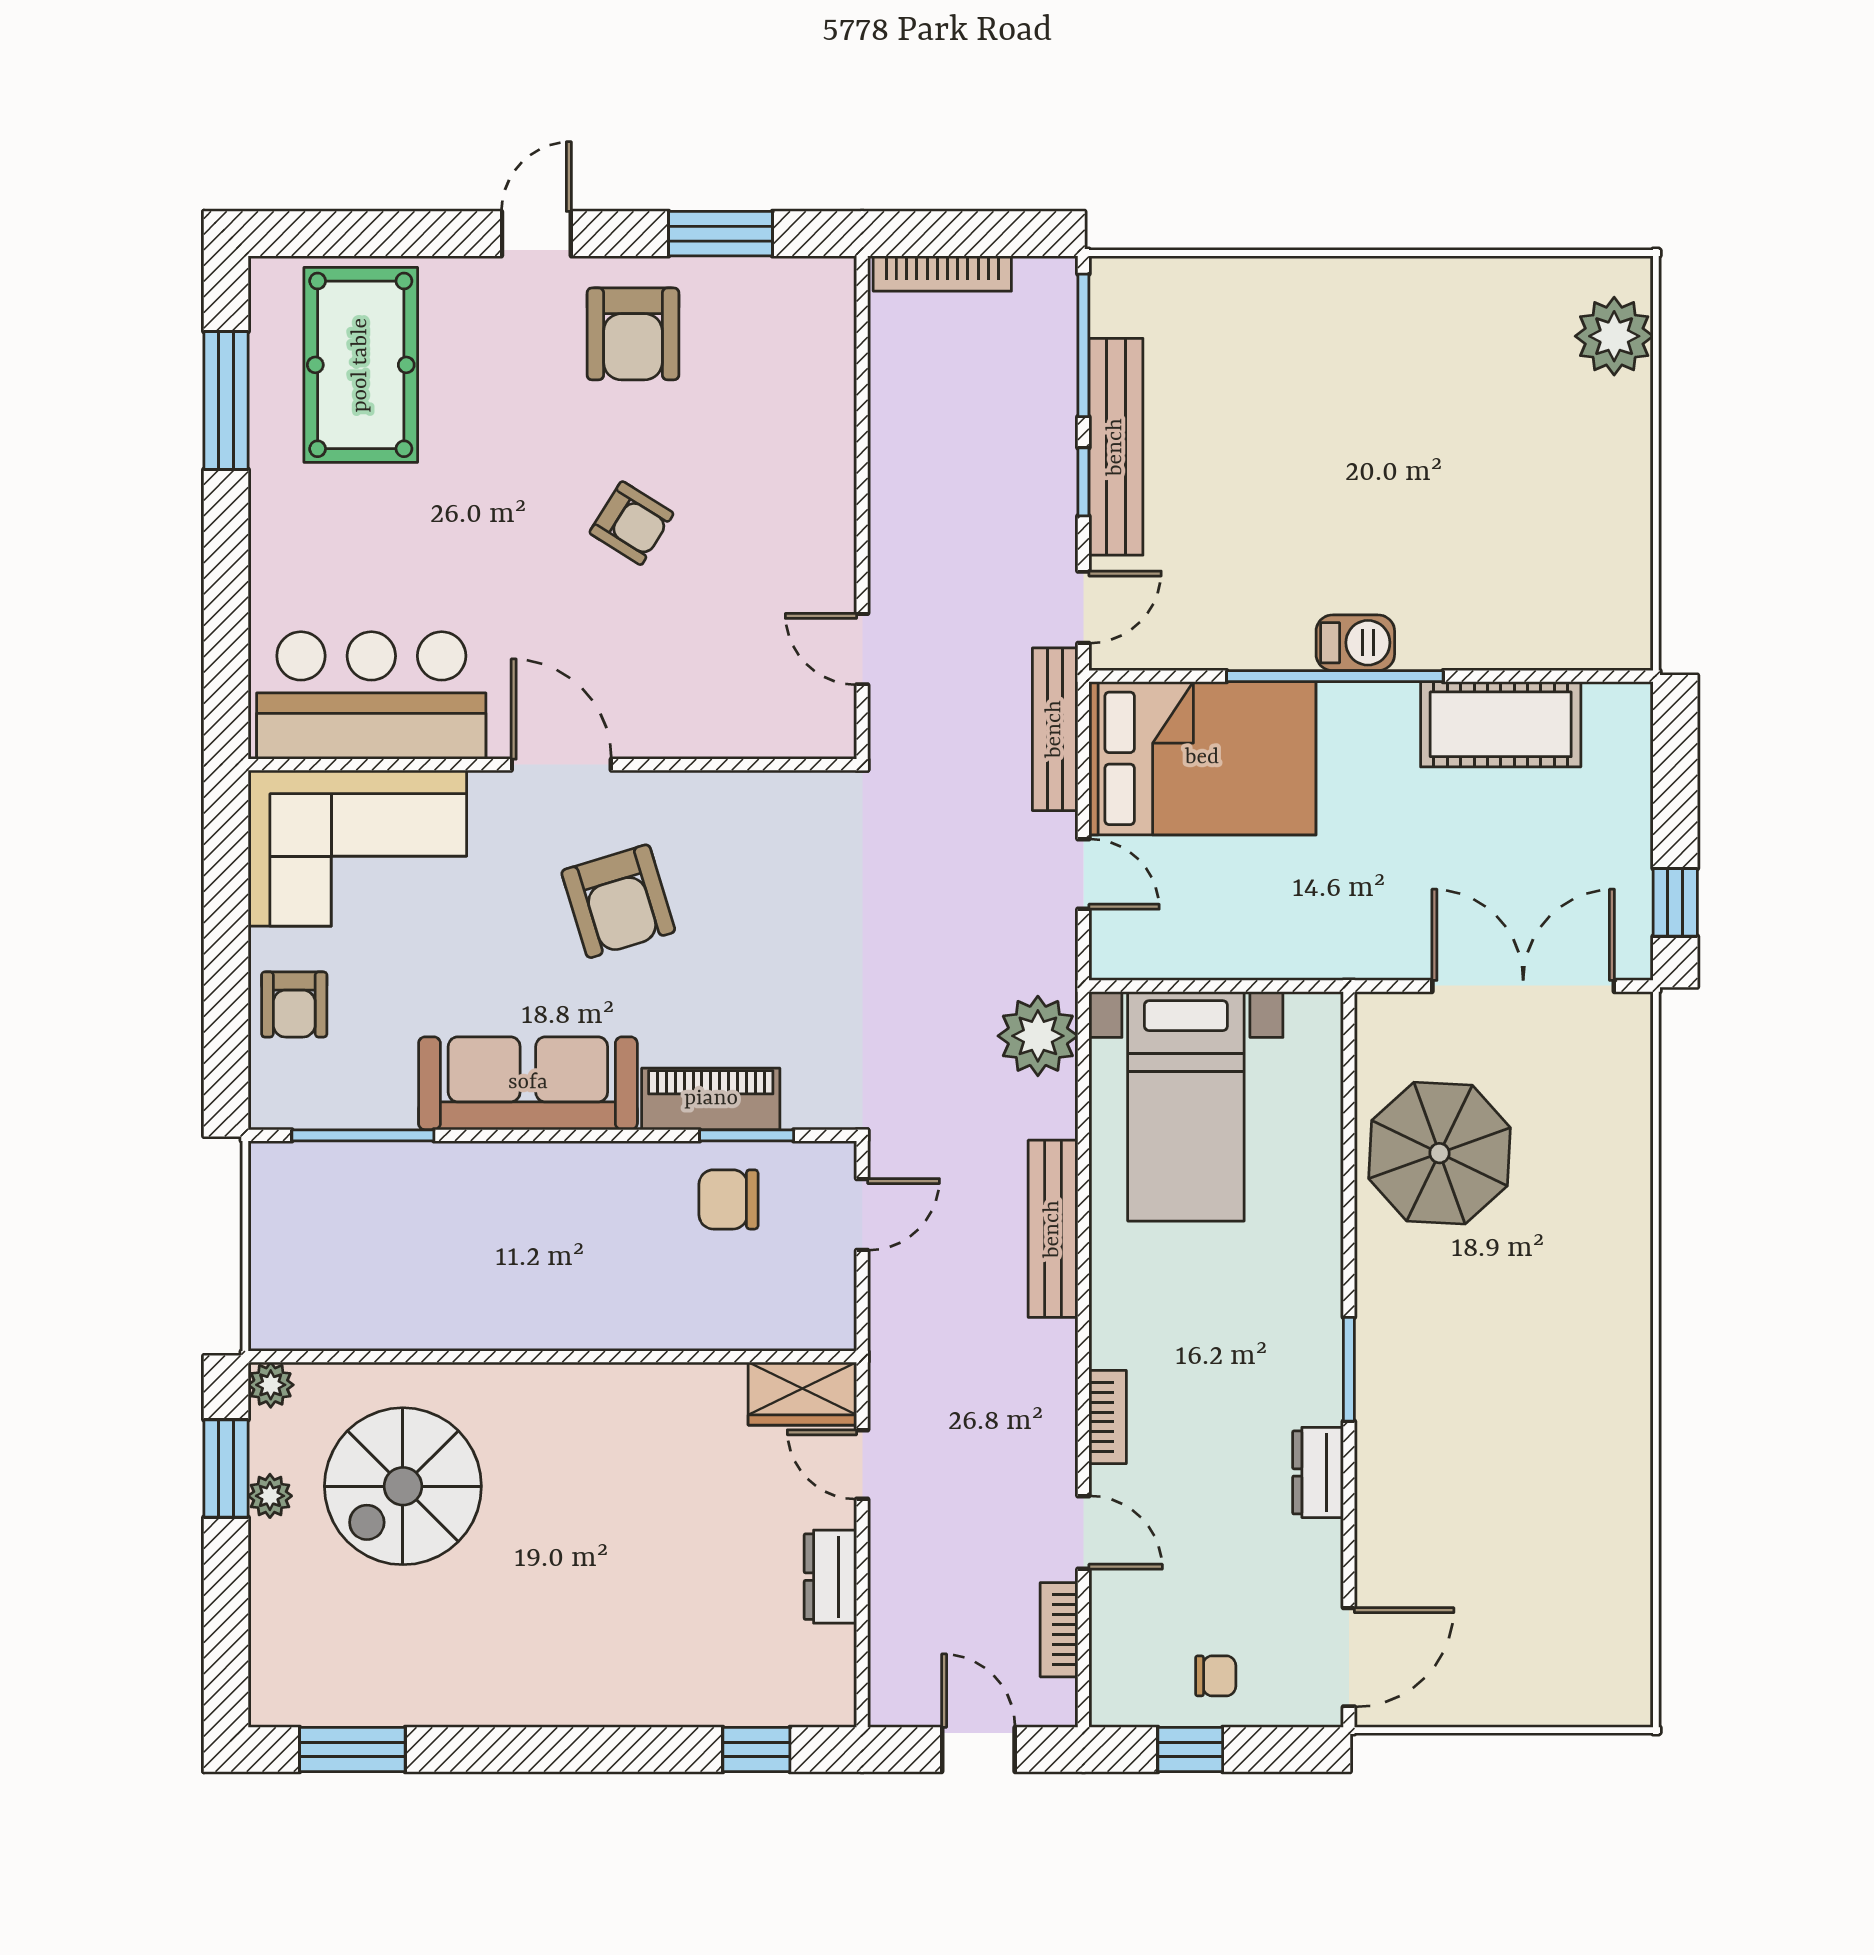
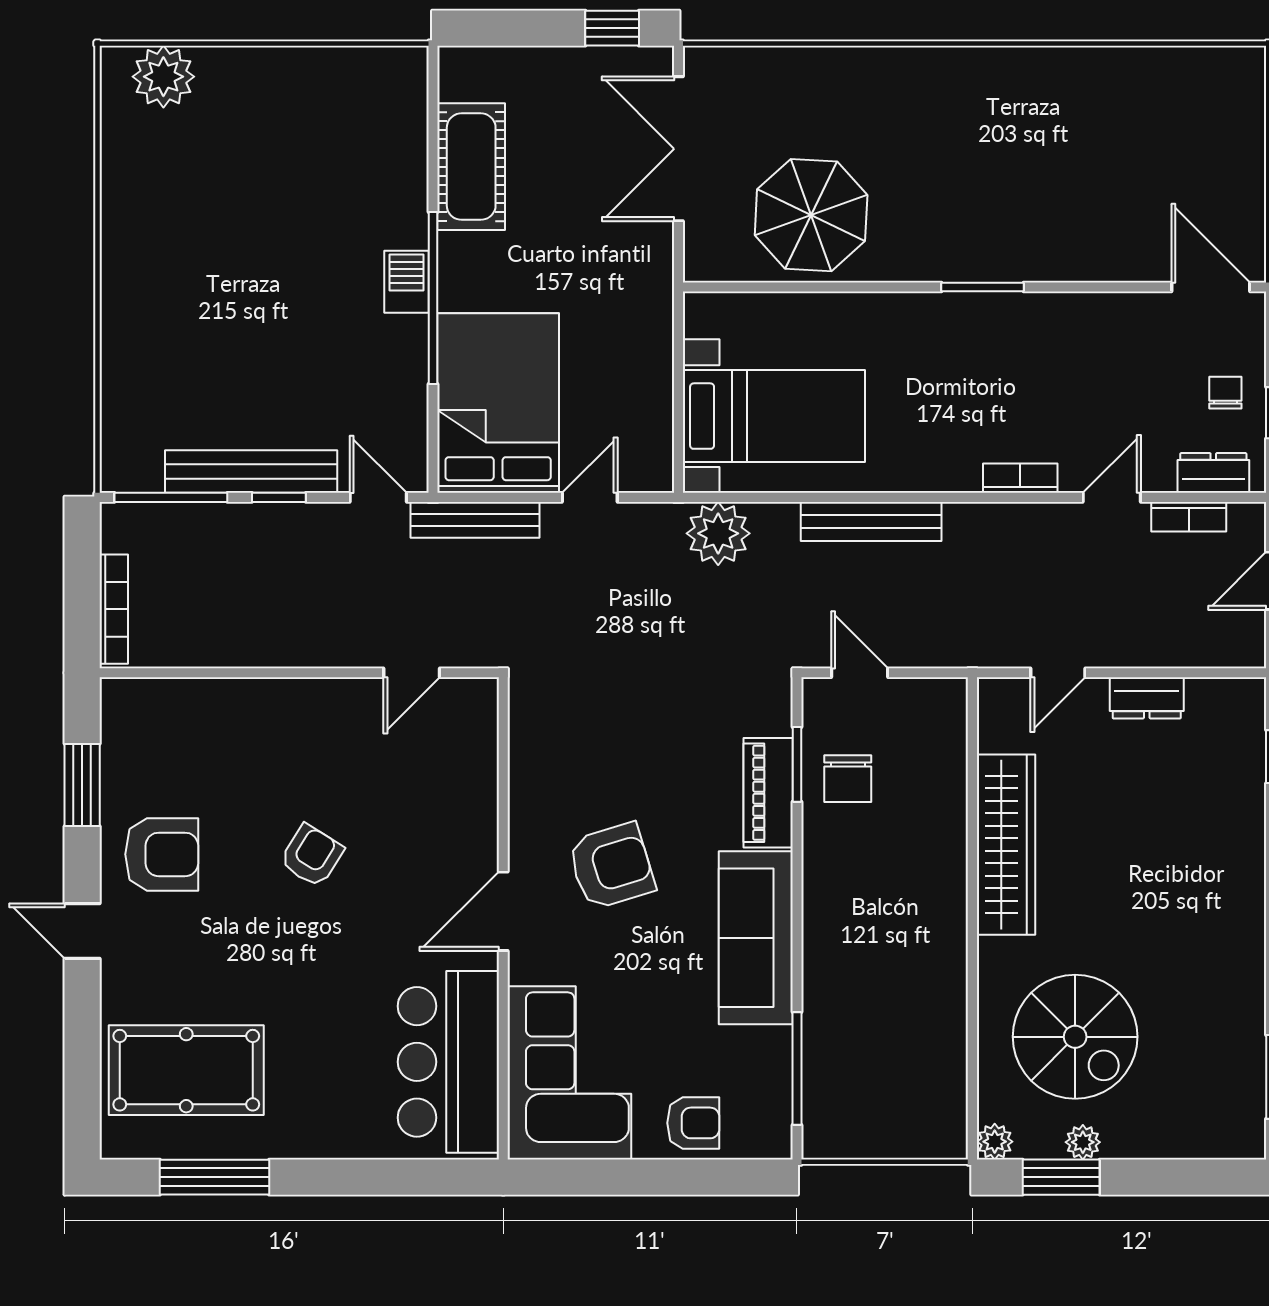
wardrobe: (802, 1394) -> (1006, 845), moved, width x2.10, depth x1.17
dresser: (1318, 1472) -> (1213, 473), moved, turned 180

